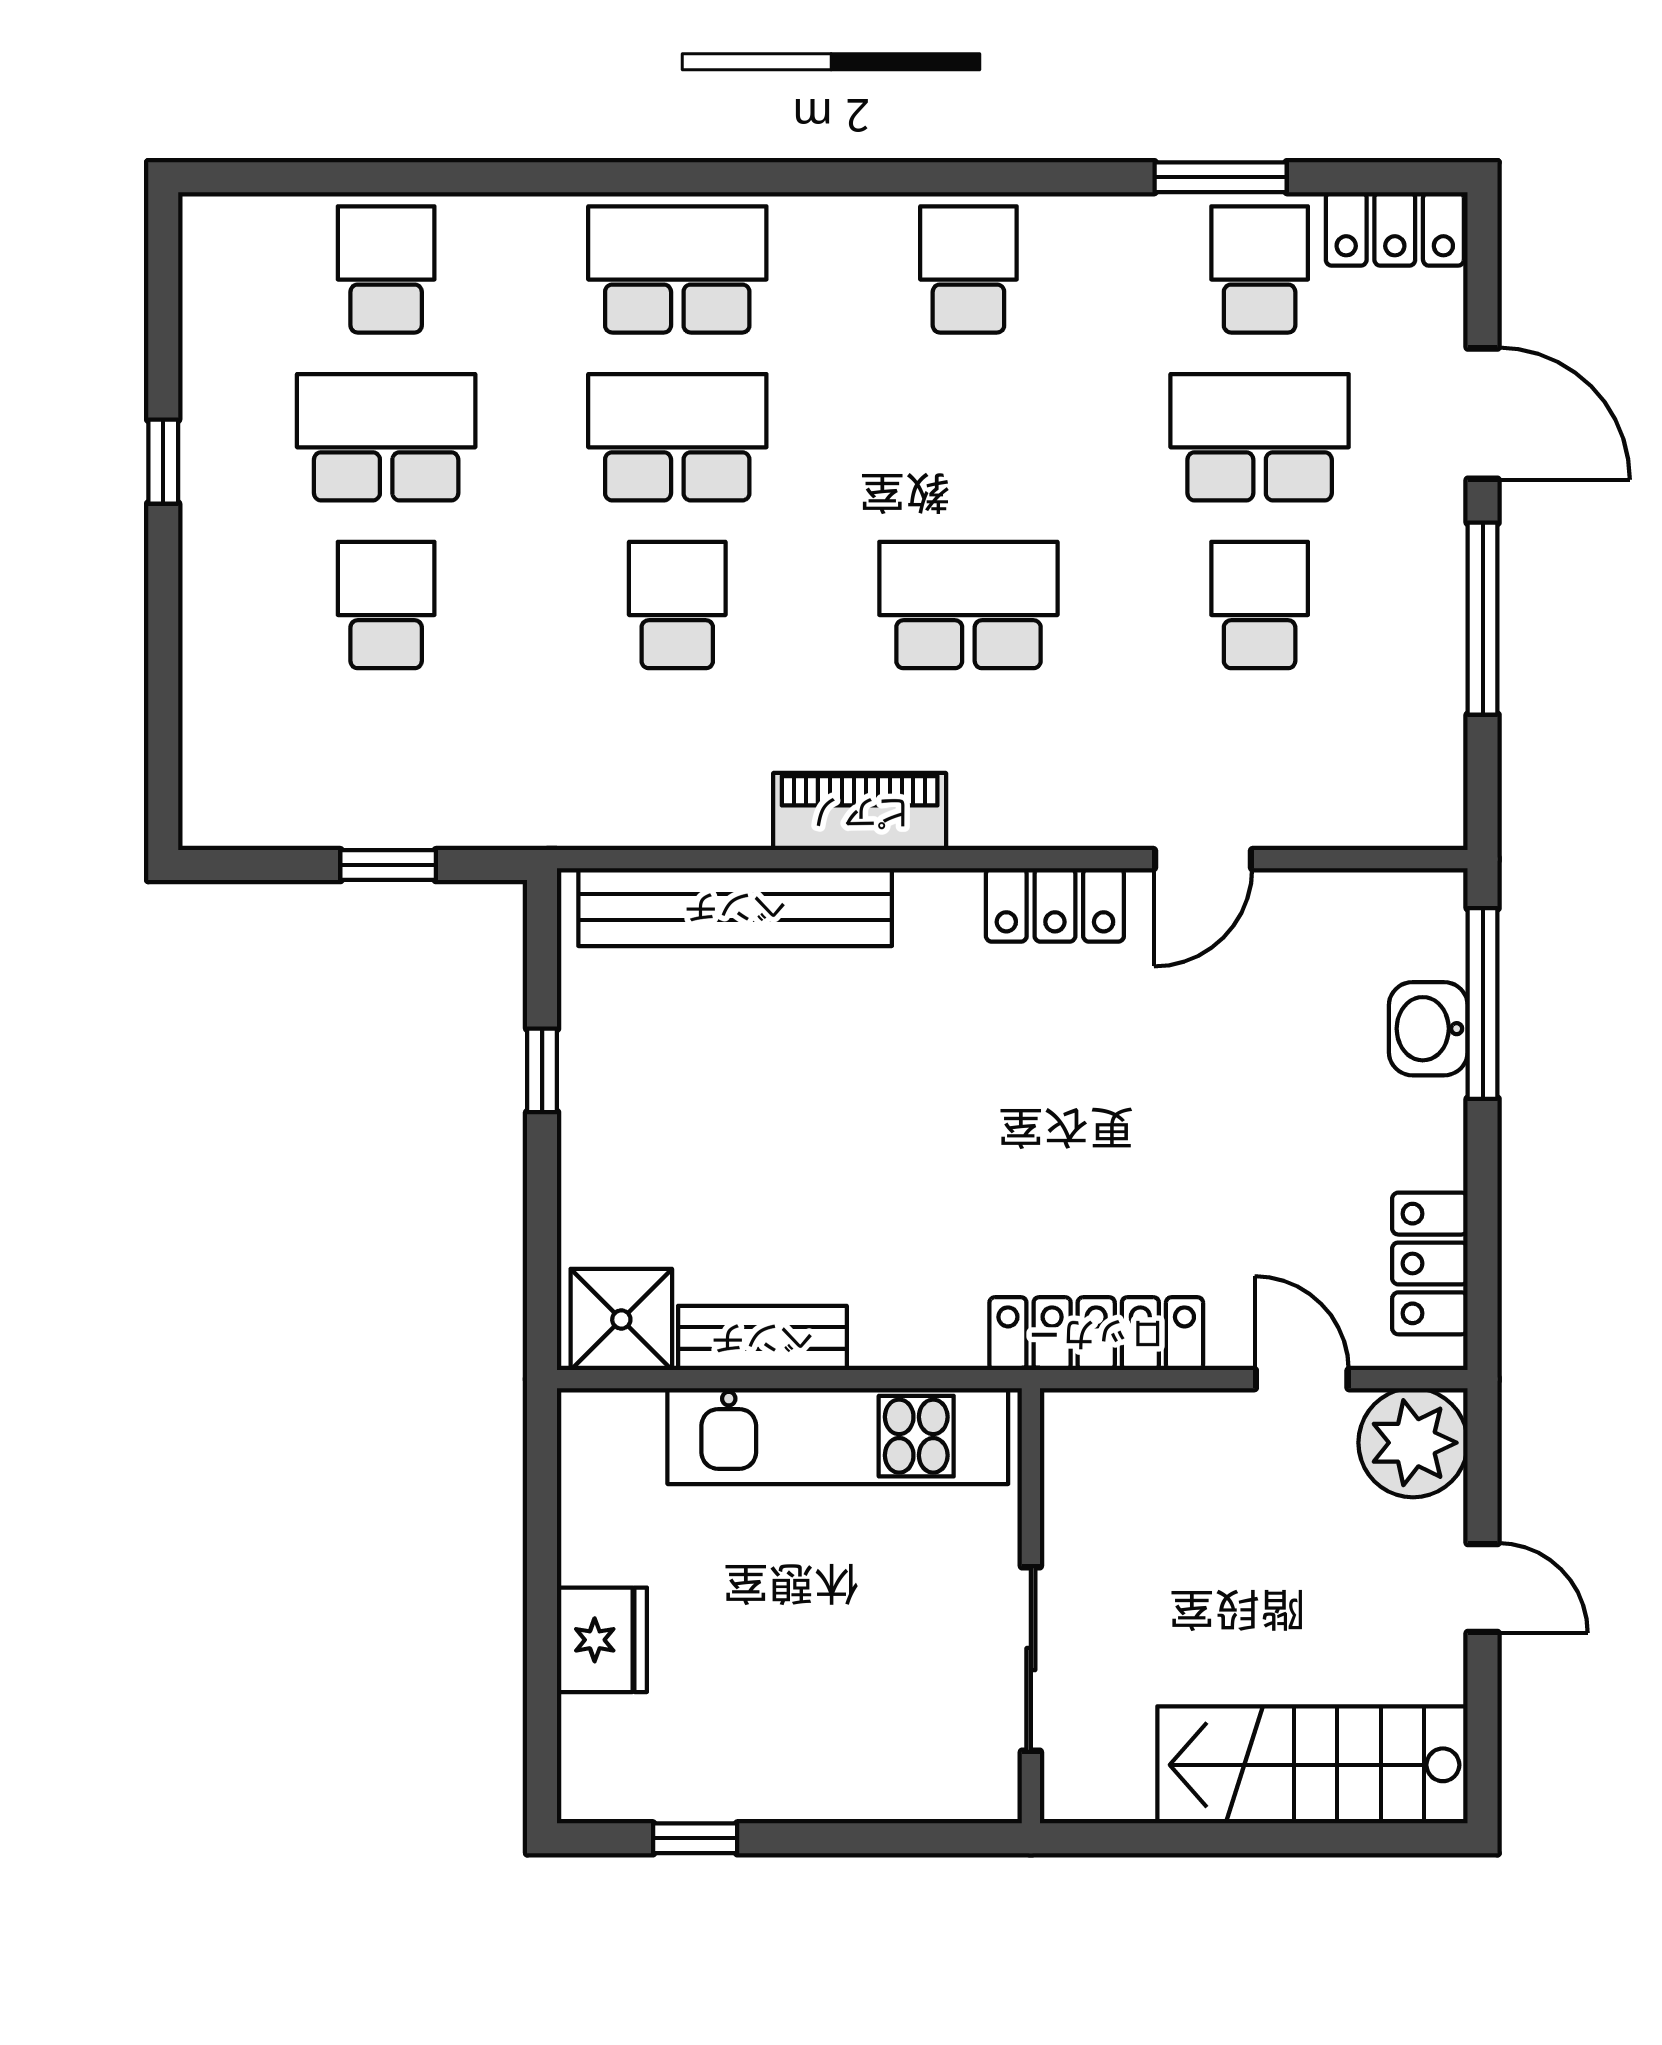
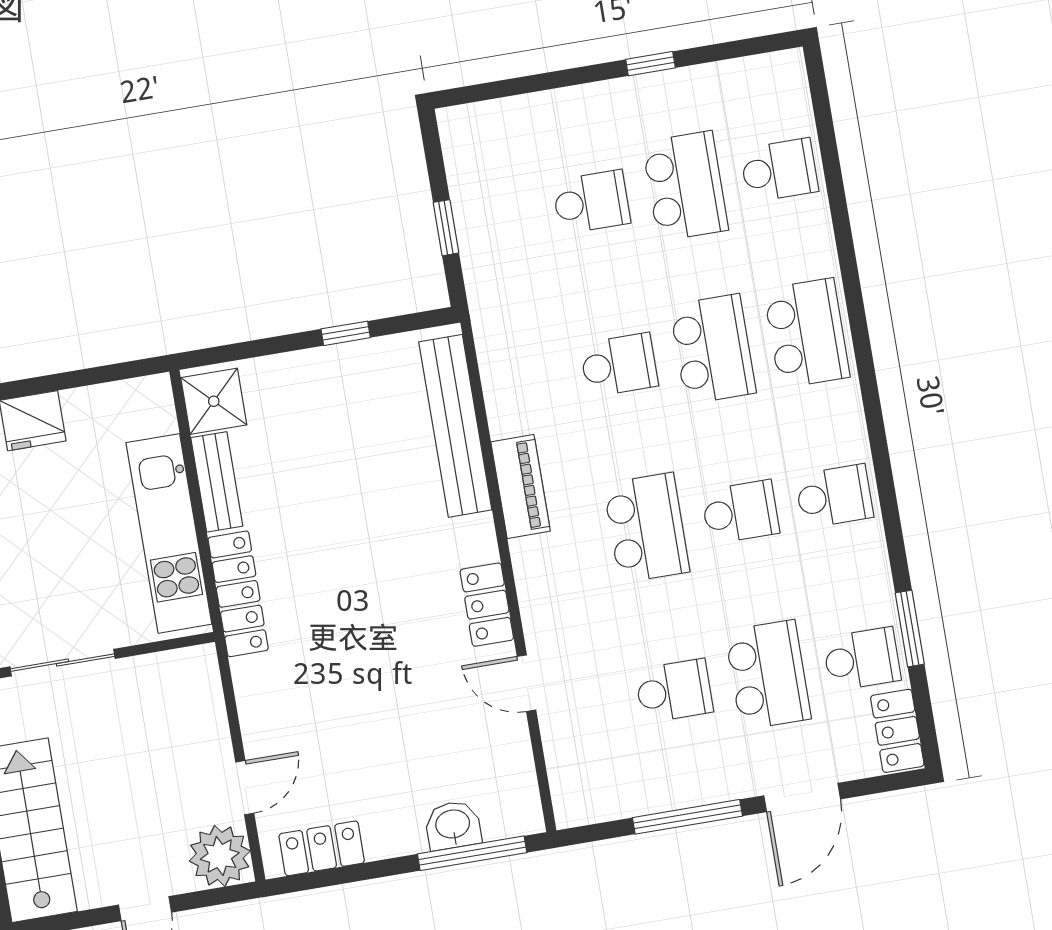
school desk: (968, 437) -> (740, 512), added
locker: (1096, 1334) -> (238, 594), moved

